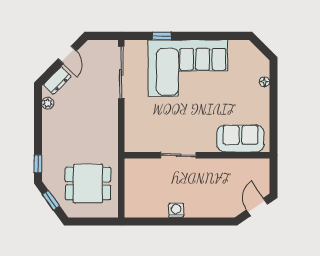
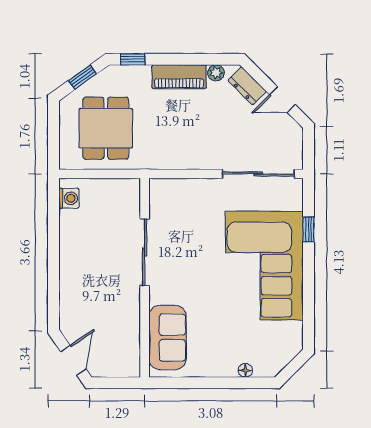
piano: (51, 130) -> (179, 77), added
sliding door: (178, 155) -> (145, 252), width x1.37
door: (257, 207) -> (73, 360), hinge flipped
washing machine: (176, 210) -> (69, 198), moved

